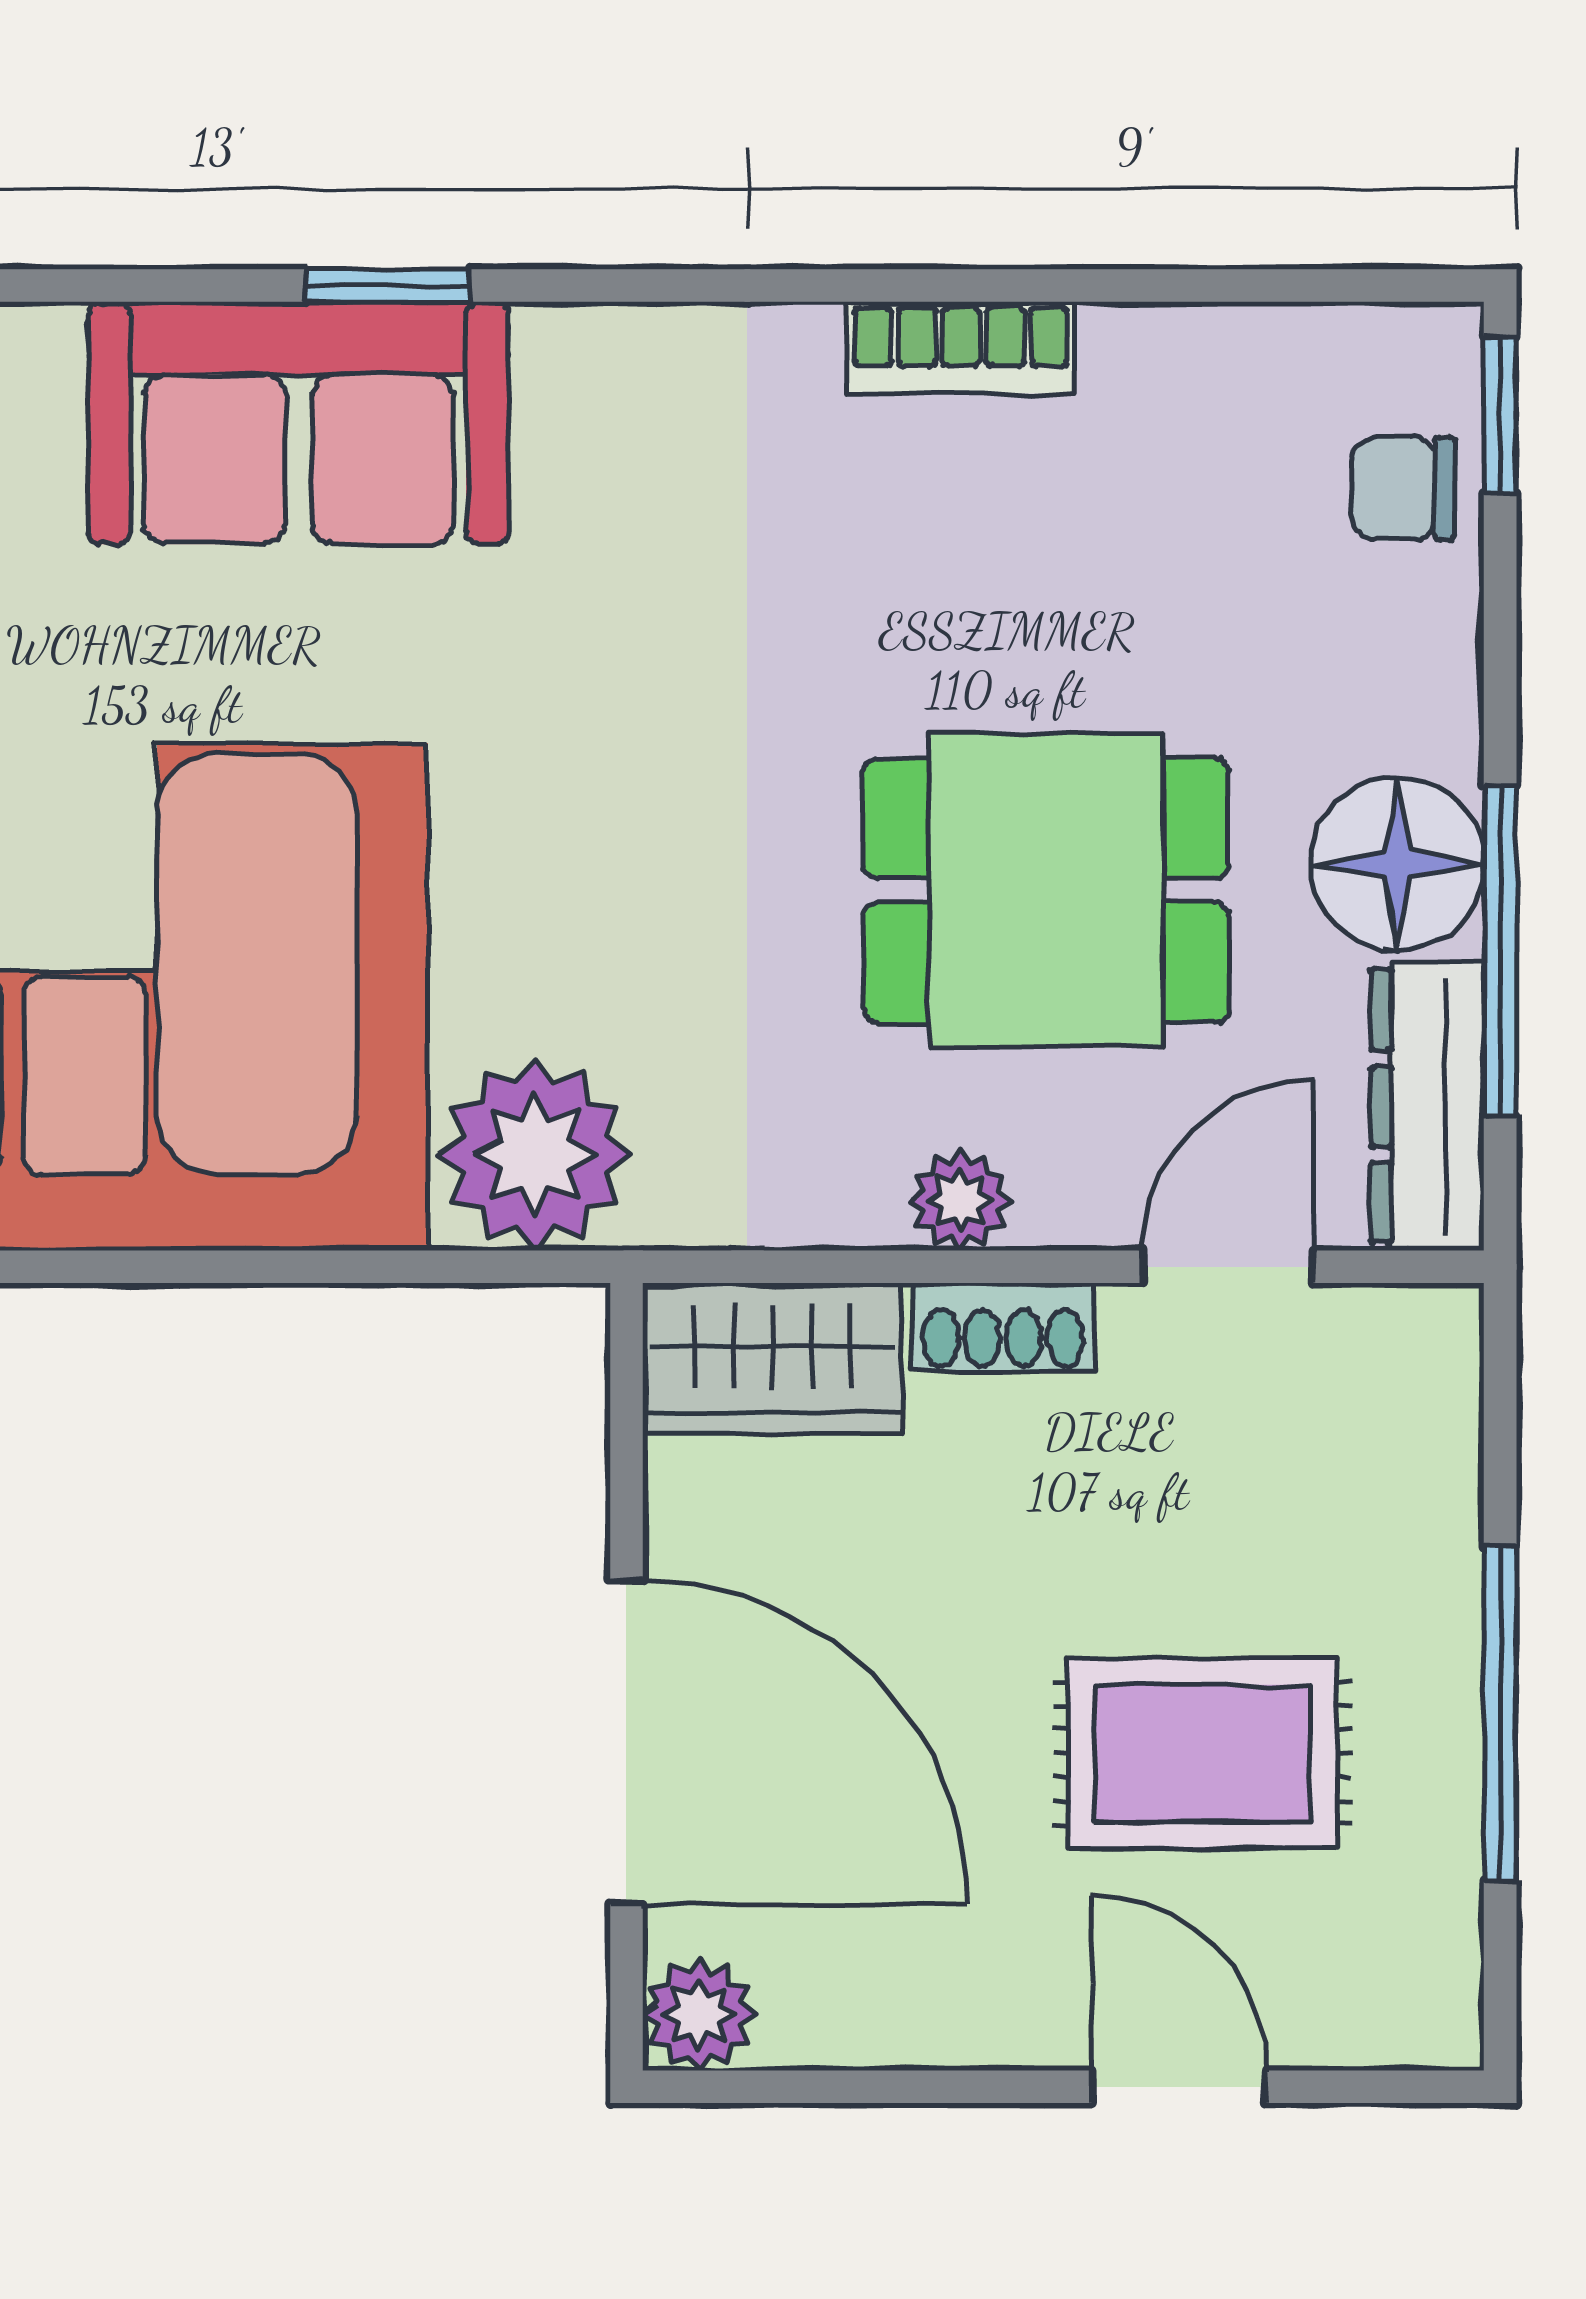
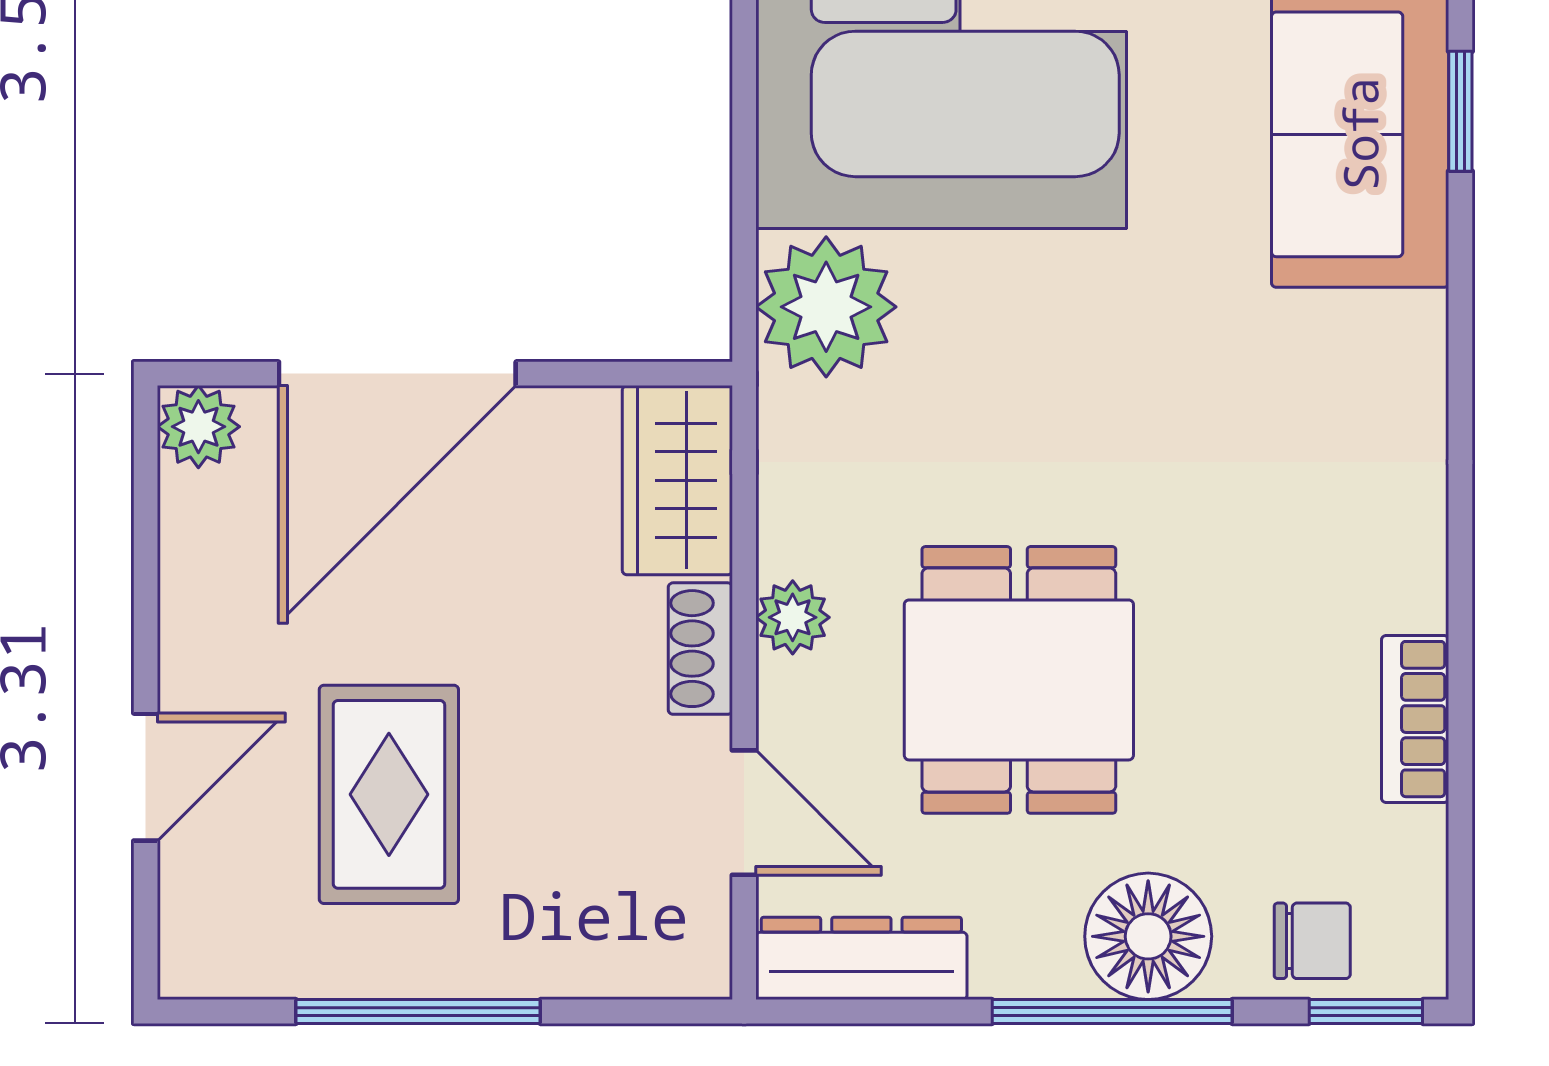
window: (388, 286) -> (1460, 111), moved
bookcase: (961, 348) -> (1415, 719), moved
chair: (1403, 489) -> (1312, 941), turned 90
floor lamp: (1397, 864) -> (1148, 936), moved
window: (1500, 950) -> (1112, 1011), moved

